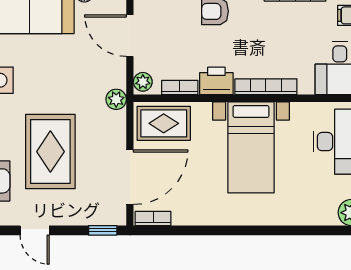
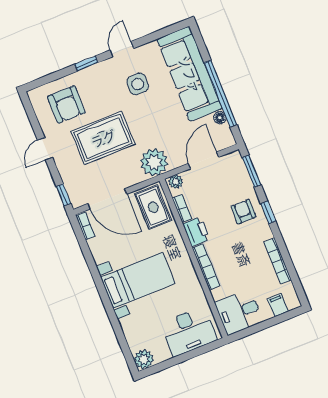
plant: (116, 99) -> (154, 162), width x1.88, depth x1.88
bed with nightstands: (251, 147) -> (138, 280), moved, turned 180

